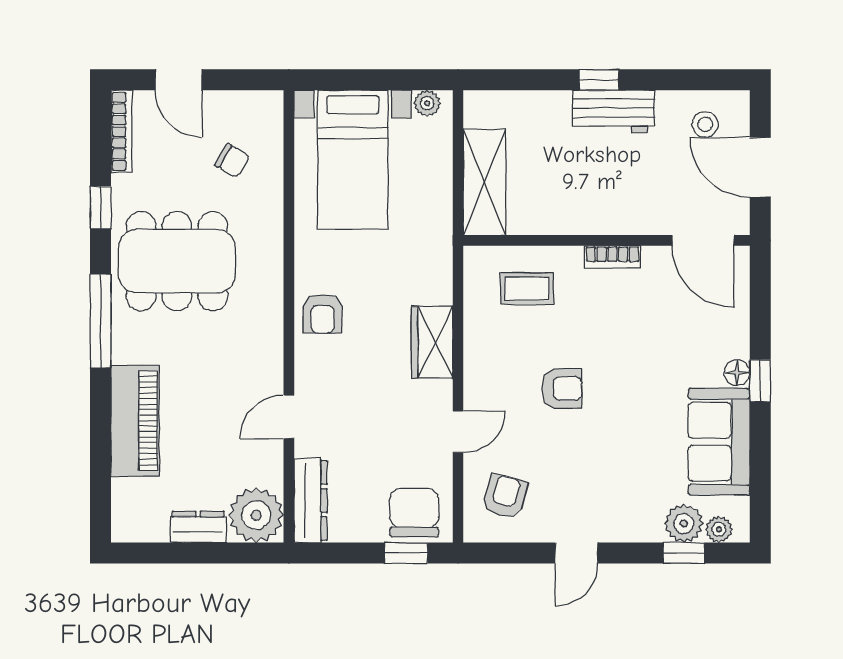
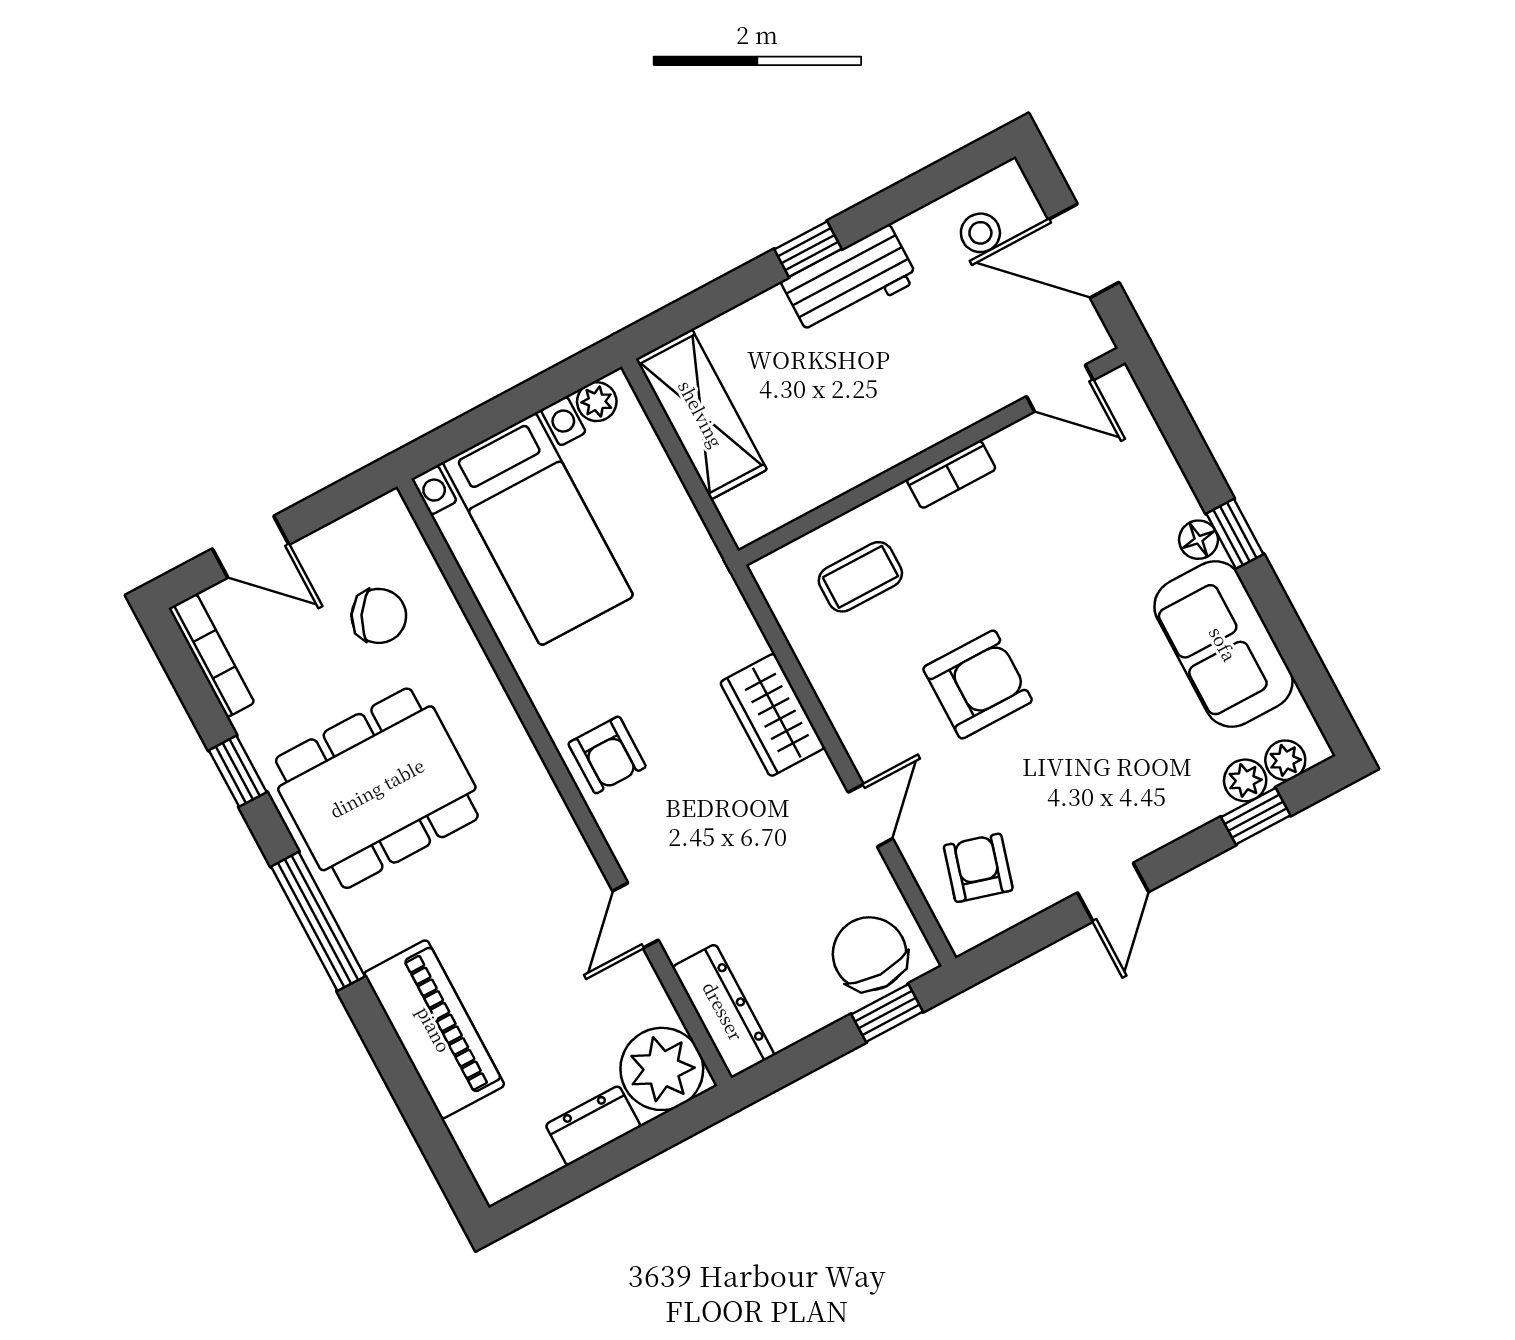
chair: (232, 161) -> (379, 616), width x1.37, depth x1.37
shelving: (484, 182) -> (701, 414), moved
door: (703, 240) -> (1060, 388), width x0.73
armchair: (562, 389) -> (978, 684), width x1.38, depth x1.38
plant: (684, 523) -> (1245, 780), width x0.73, depth x0.73

